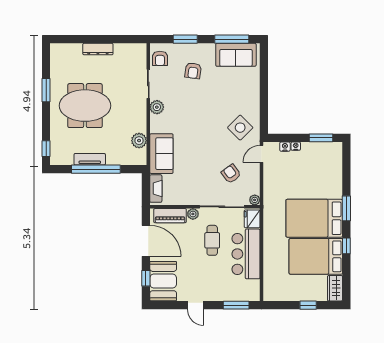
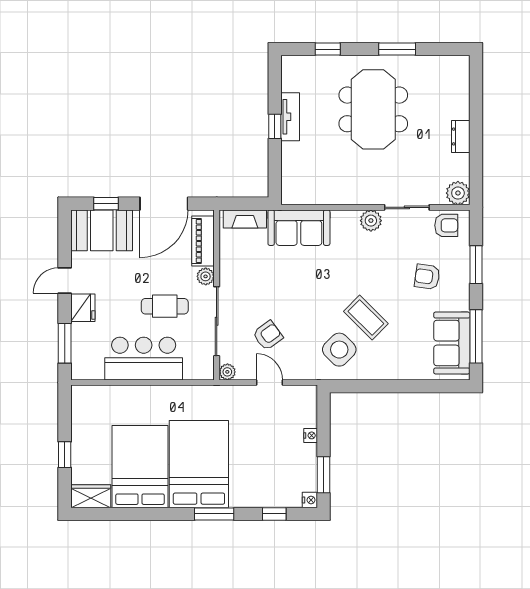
dresser: (98, 49) -> (461, 136), width x0.70
armchair: (160, 58) -> (446, 225), turned 180
coffee table: (219, 110) -> (366, 318), added
plant: (139, 141) -> (458, 193), moved
nightstand: (285, 147) -> (310, 500), moved
window: (46, 149) -> (328, 49), moved
door: (261, 154) -> (270, 383), moved
window: (96, 169) -> (275, 126), width x0.32
fridge: (252, 219) -> (83, 308), moved, turned 90
window: (346, 246) -> (274, 514), moved

